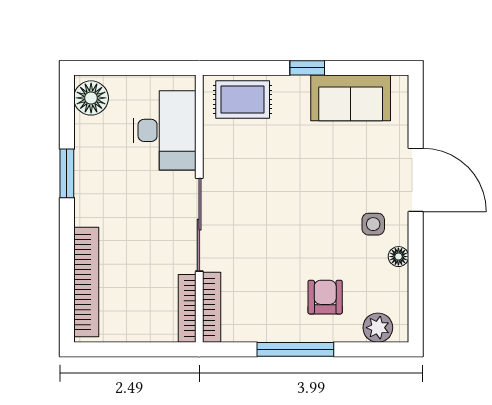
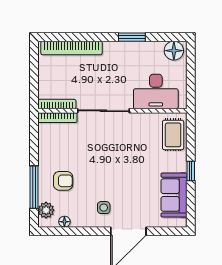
floor lamp: (398, 257) -> (64, 222), moved
window: (295, 349) -> (34, 187), moved

